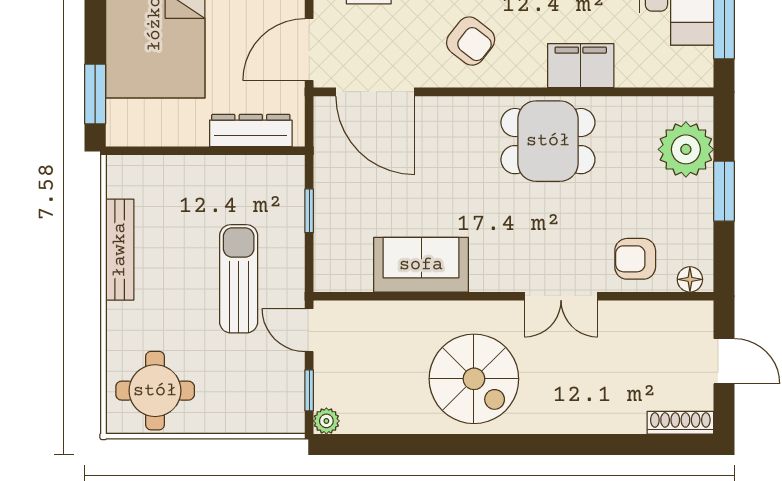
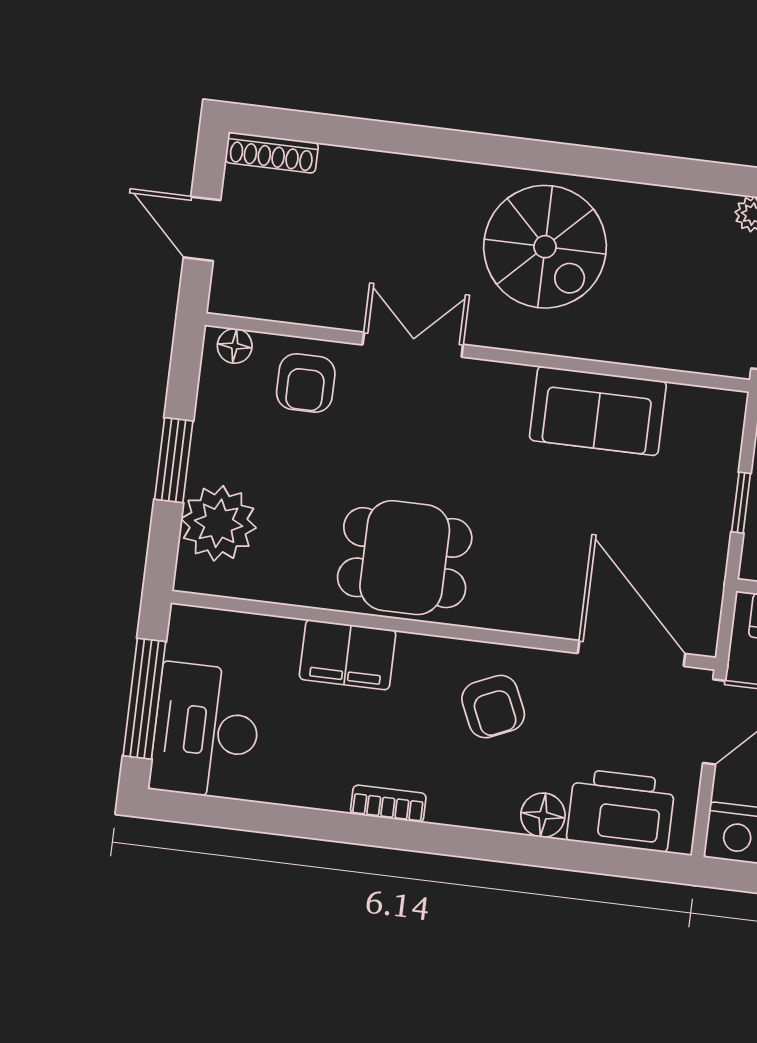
armchair: (471, 41) -> (493, 707), turned -152
armchair: (635, 259) -> (306, 383), turned 90
spiral stairs: (474, 379) -> (545, 247), turned 180

